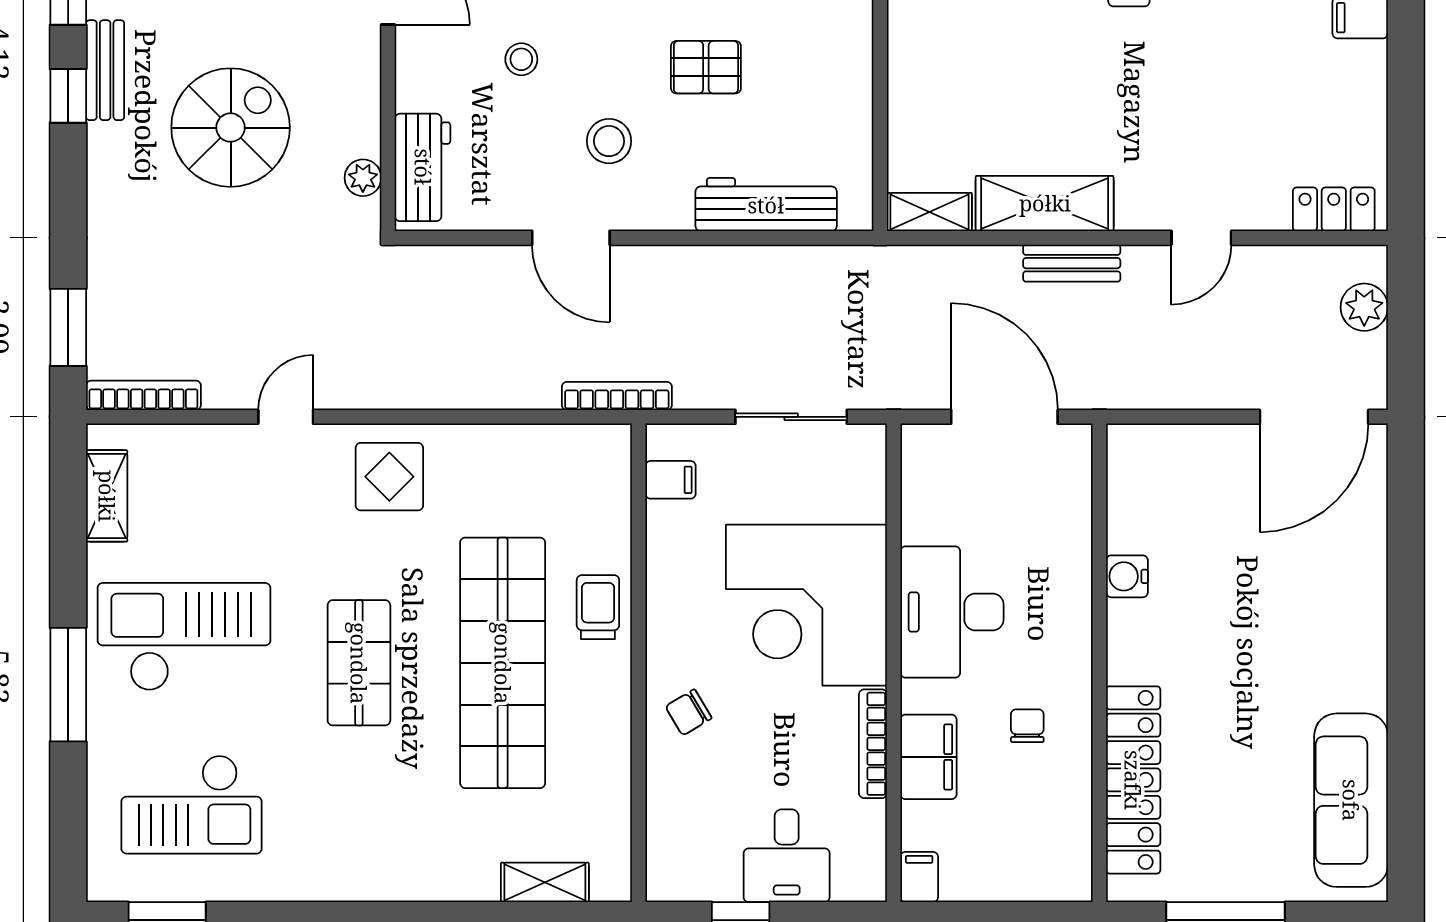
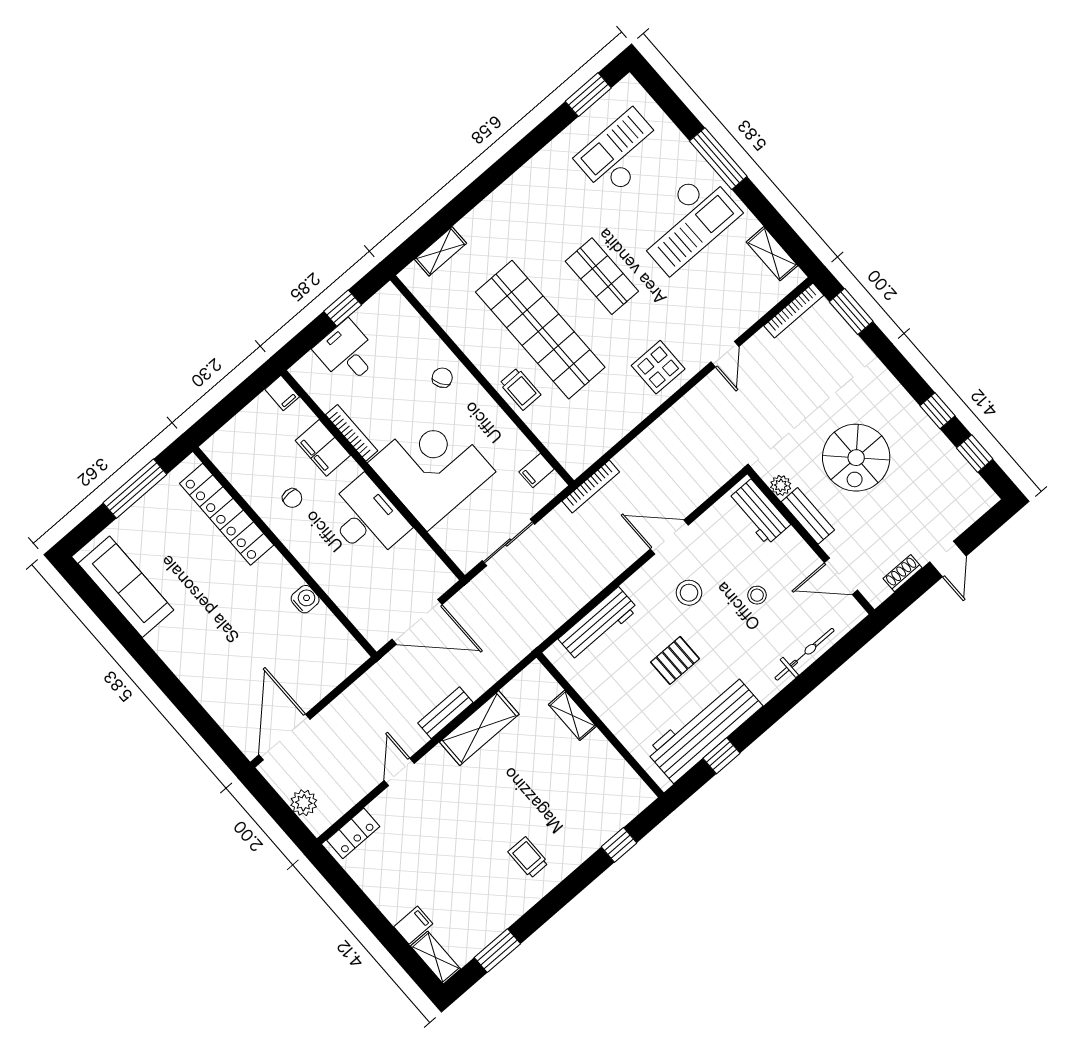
bench: (105, 70) -> (808, 516), moved
shelving: (929, 212) -> (572, 715), moved, turned 90

